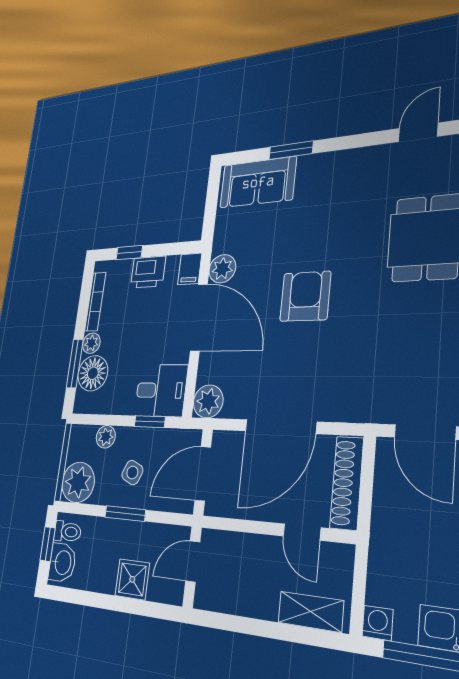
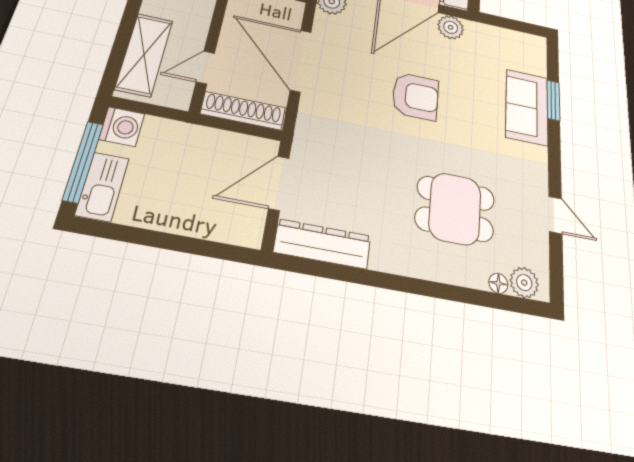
sofa: (258, 182) -> (527, 107), moved
shelving: (311, 612) -> (144, 55), width x1.50, depth x1.33
washing machine: (378, 623) -> (122, 127), width x1.38, depth x1.38

